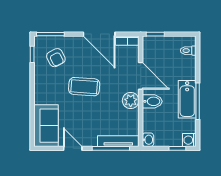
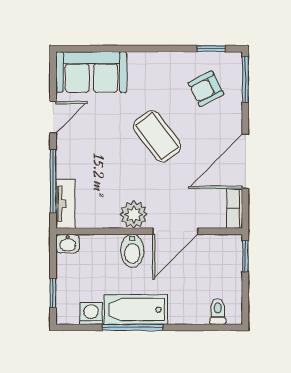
coffee table: (84, 87) -> (157, 136), turned -41
washing machine: (189, 140) -> (91, 313), moved
tv unit: (118, 141) -> (65, 204), width x0.71

